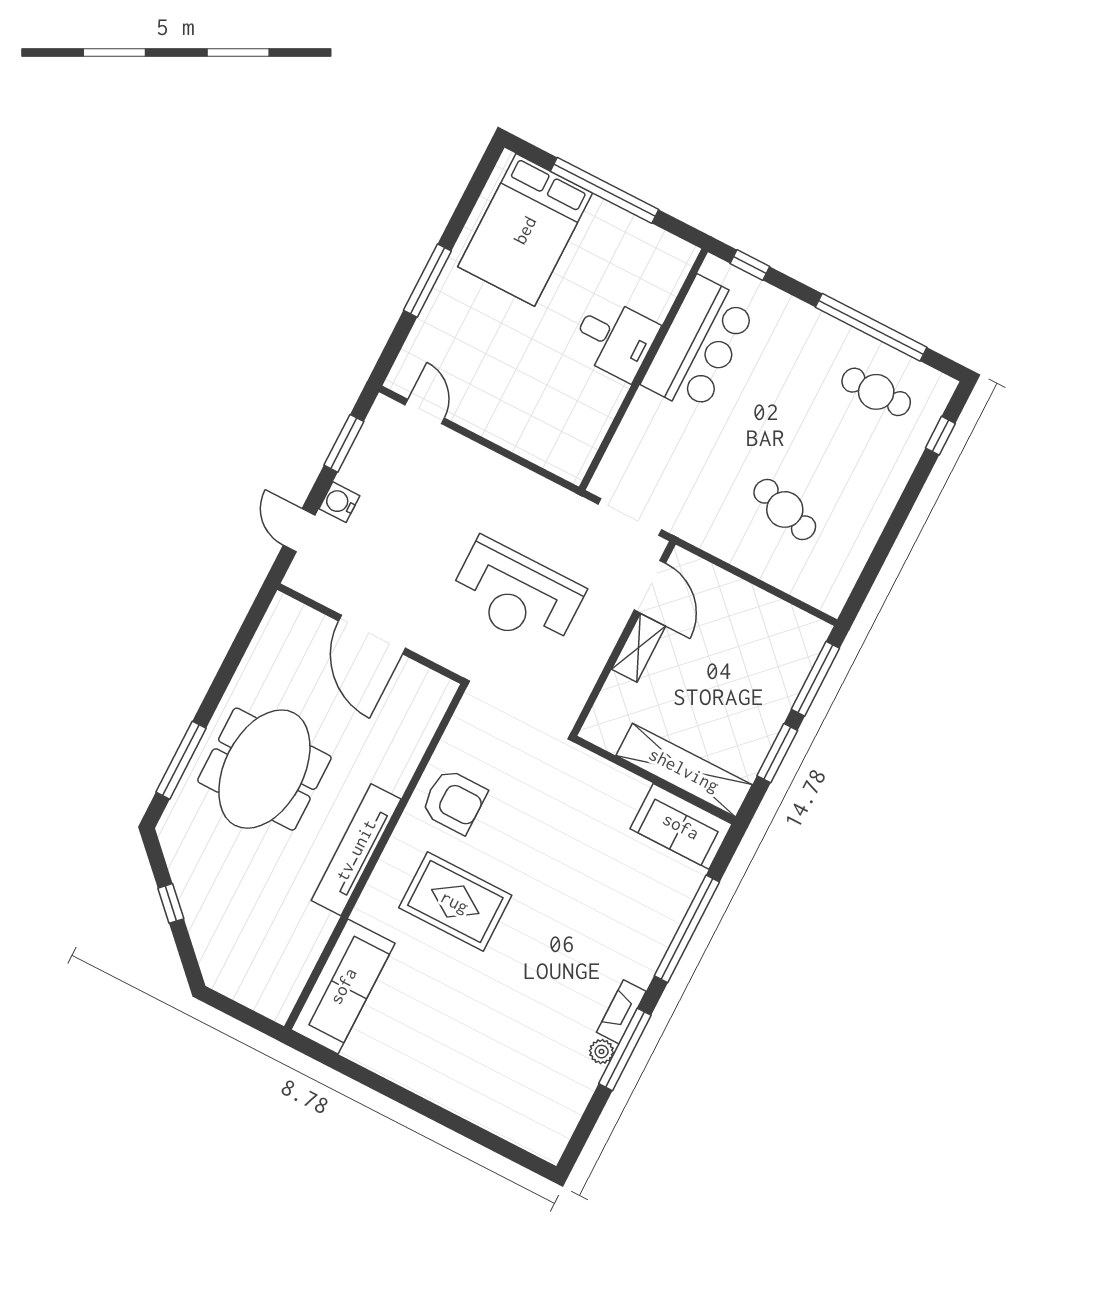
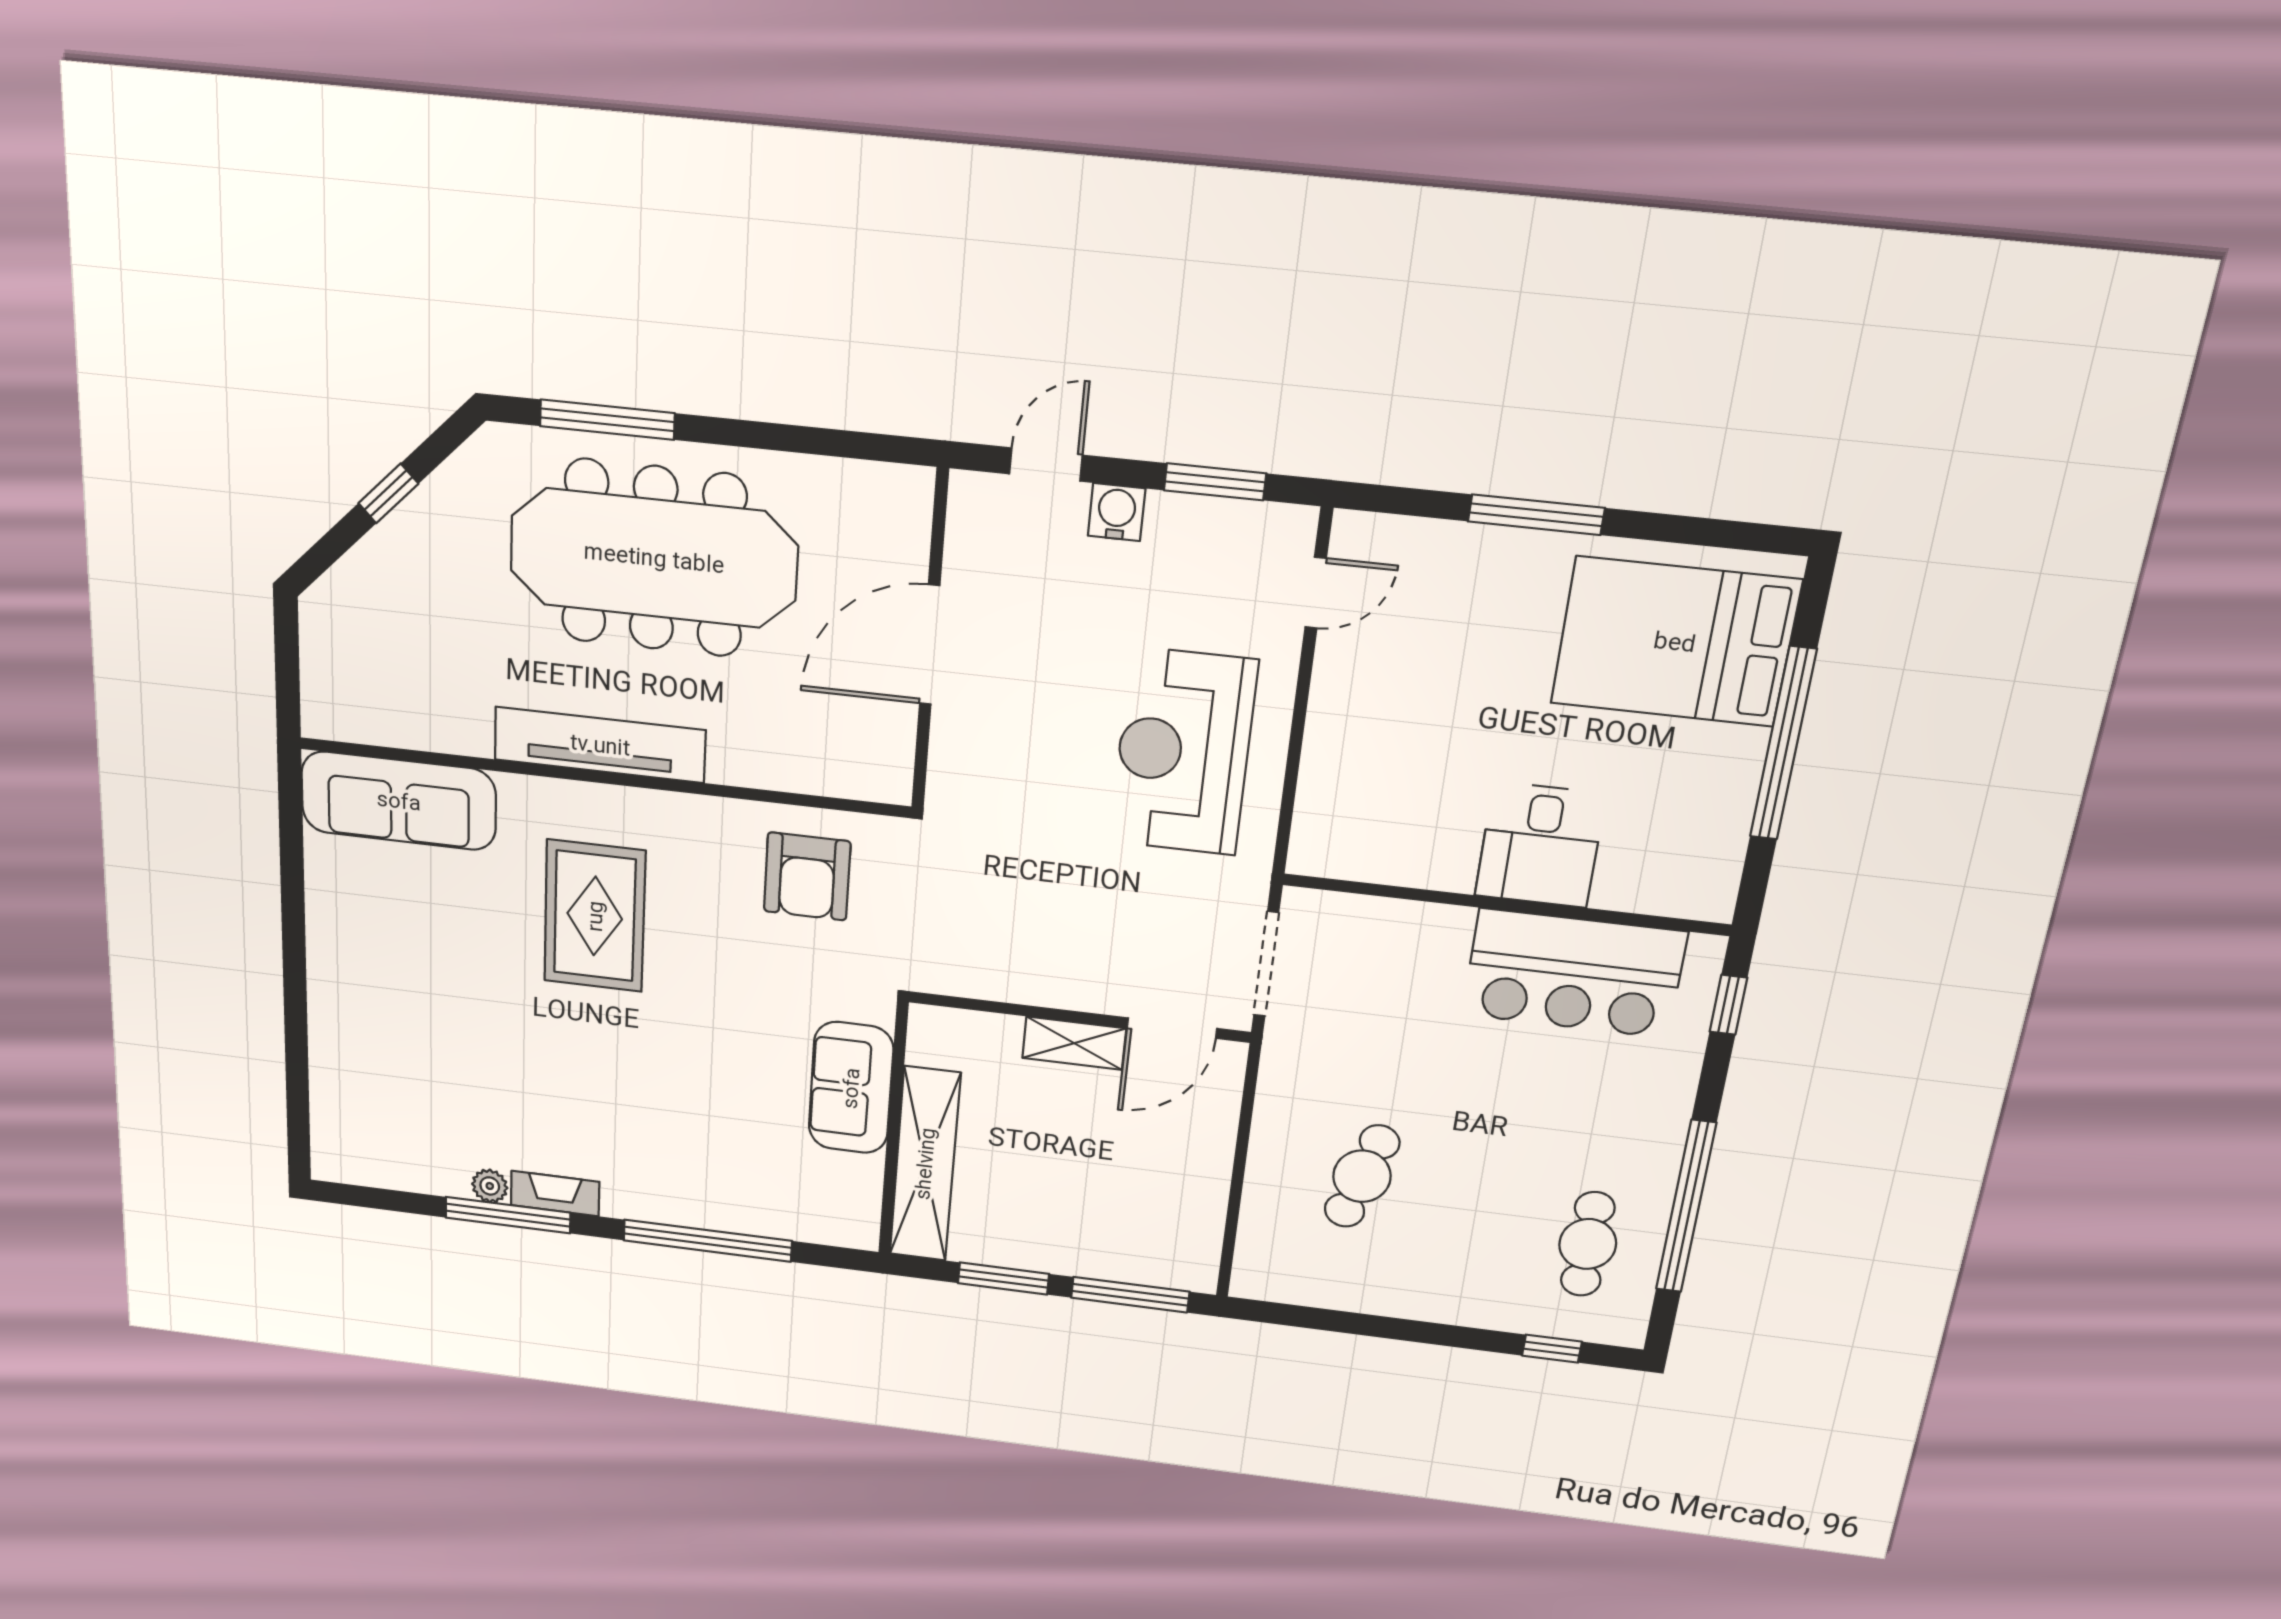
reception desk: (516, 595) -> (1183, 752), moved
meeting table: (264, 769) -> (654, 558), width x1.36
armchair: (454, 801) -> (807, 876), moved
sofa: (681, 826) -> (851, 1088), moved

